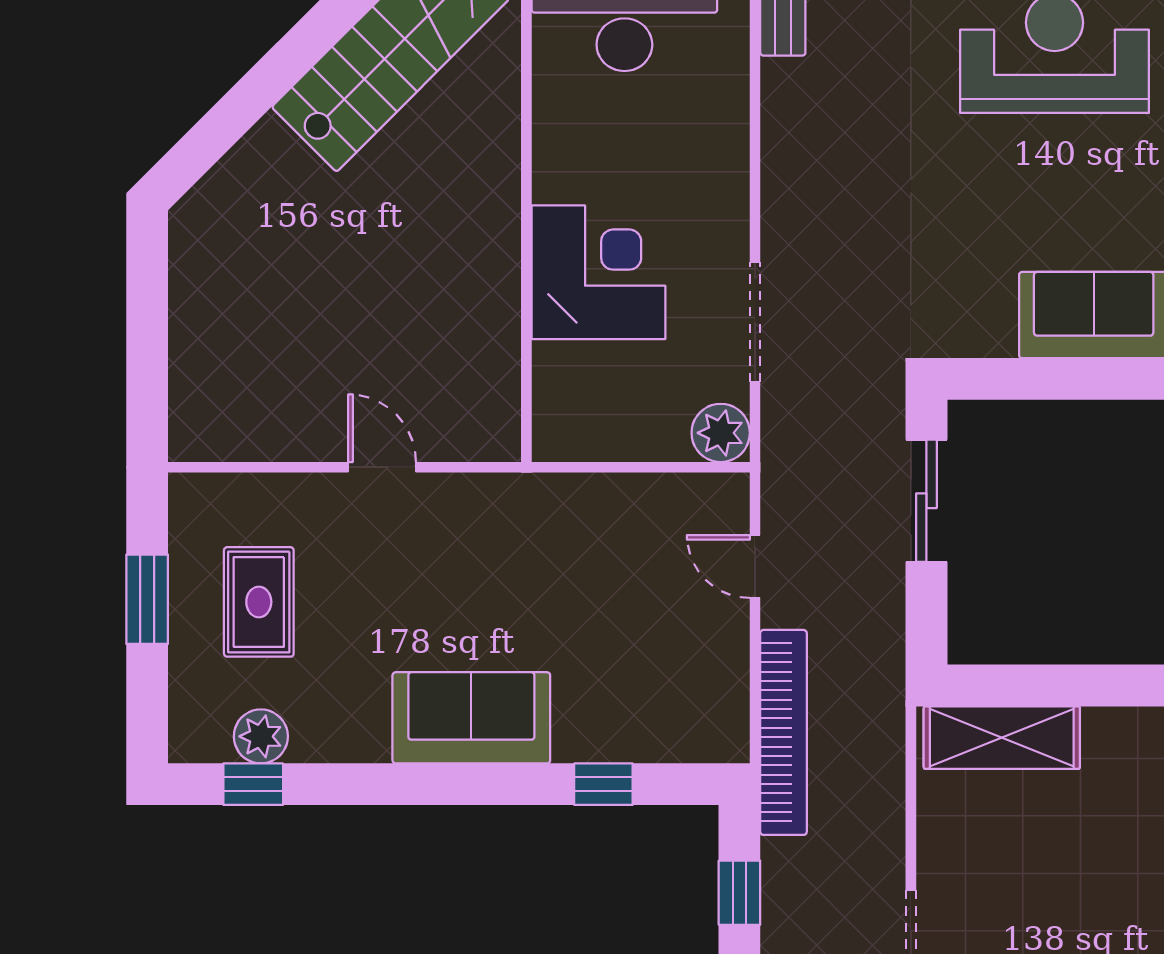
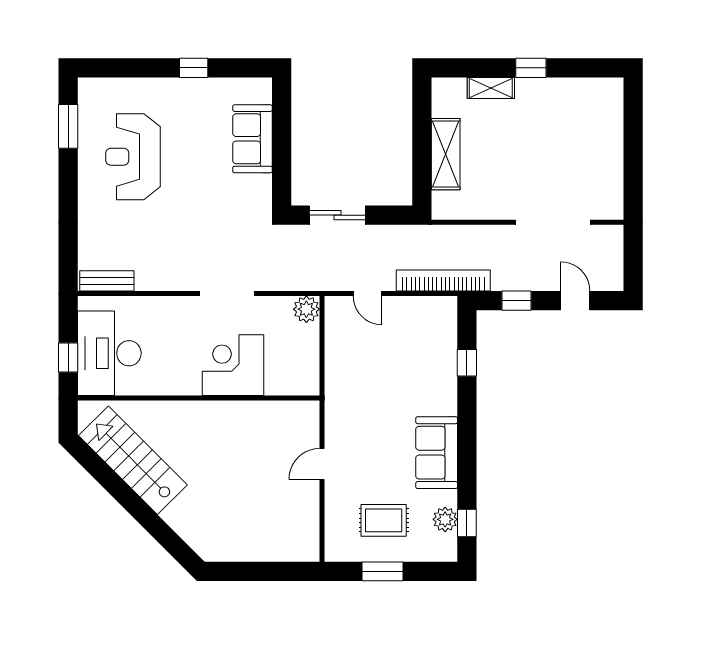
doorway: (755, 322) -> (227, 294), moved
door: (755, 566) -> (367, 294), hinge flipped
sofa: (471, 718) -> (437, 453), moved
shelving: (1002, 738) -> (446, 154), moved

